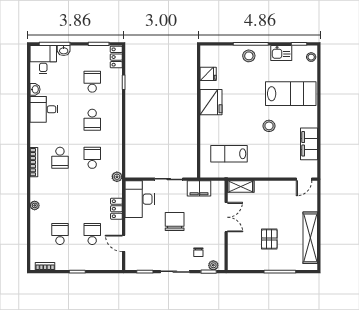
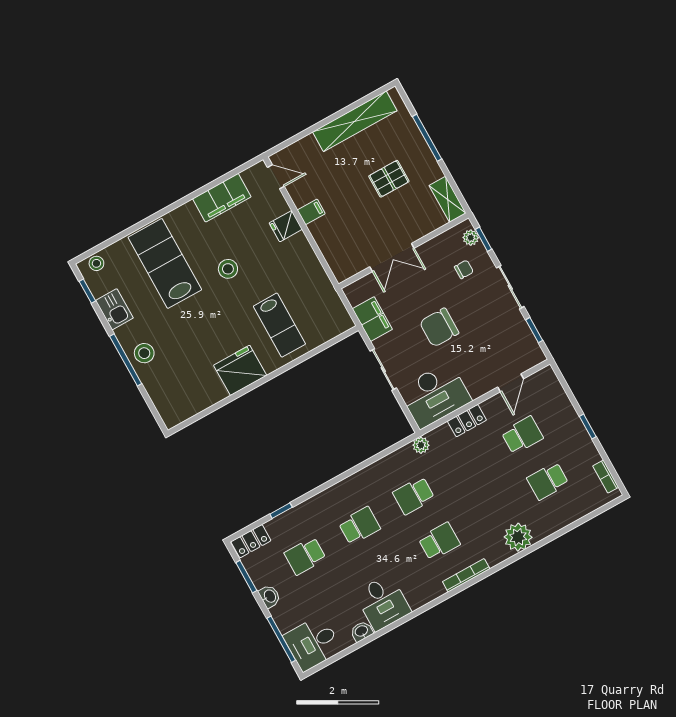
washbasin: (64, 51) -> (270, 596), moved
fridge: (208, 74) -> (286, 226), moved, turned -90
lab bench: (229, 154) -> (279, 325), moved
shelving: (241, 186) -> (448, 199), moved
filing cabinet: (275, 188) -> (311, 212), added
plant: (35, 205) -> (518, 537), width x1.88, depth x1.88
double door: (226, 217) -> (392, 257), swing flipped
school desk: (92, 234) -> (522, 435), turned 180

